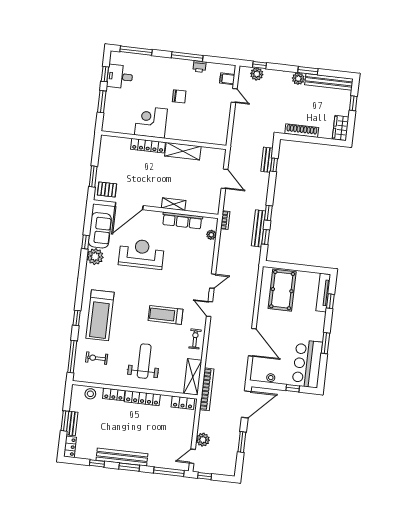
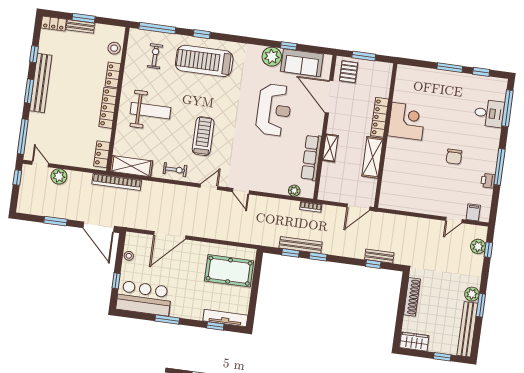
desk: (120, 77) -> (489, 113), moved, turned 90
corner desk: (151, 122) -> (407, 121), moved
wall: (164, 140) -> (386, 136), moved
locker: (148, 146) -> (380, 117), moved
shelving: (183, 151) -> (373, 157), moved

